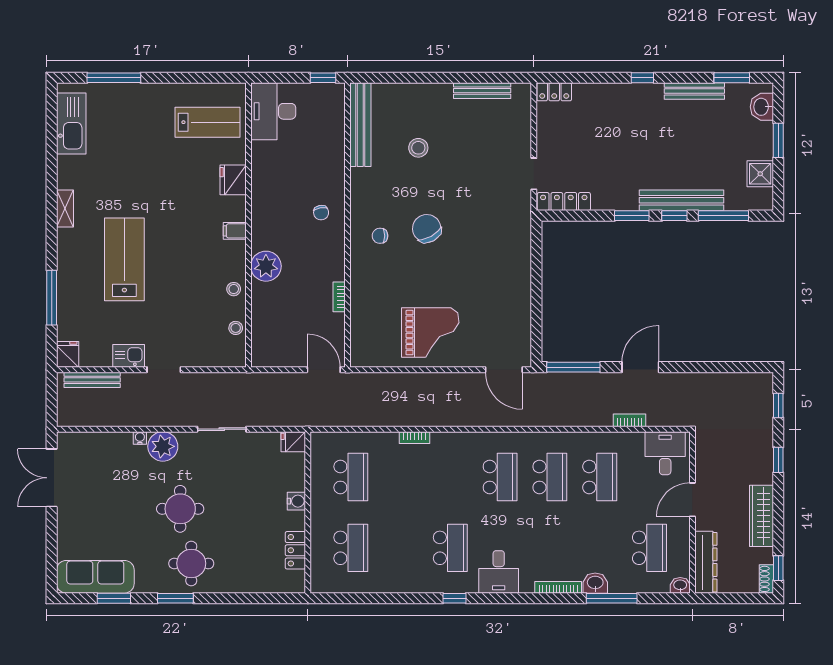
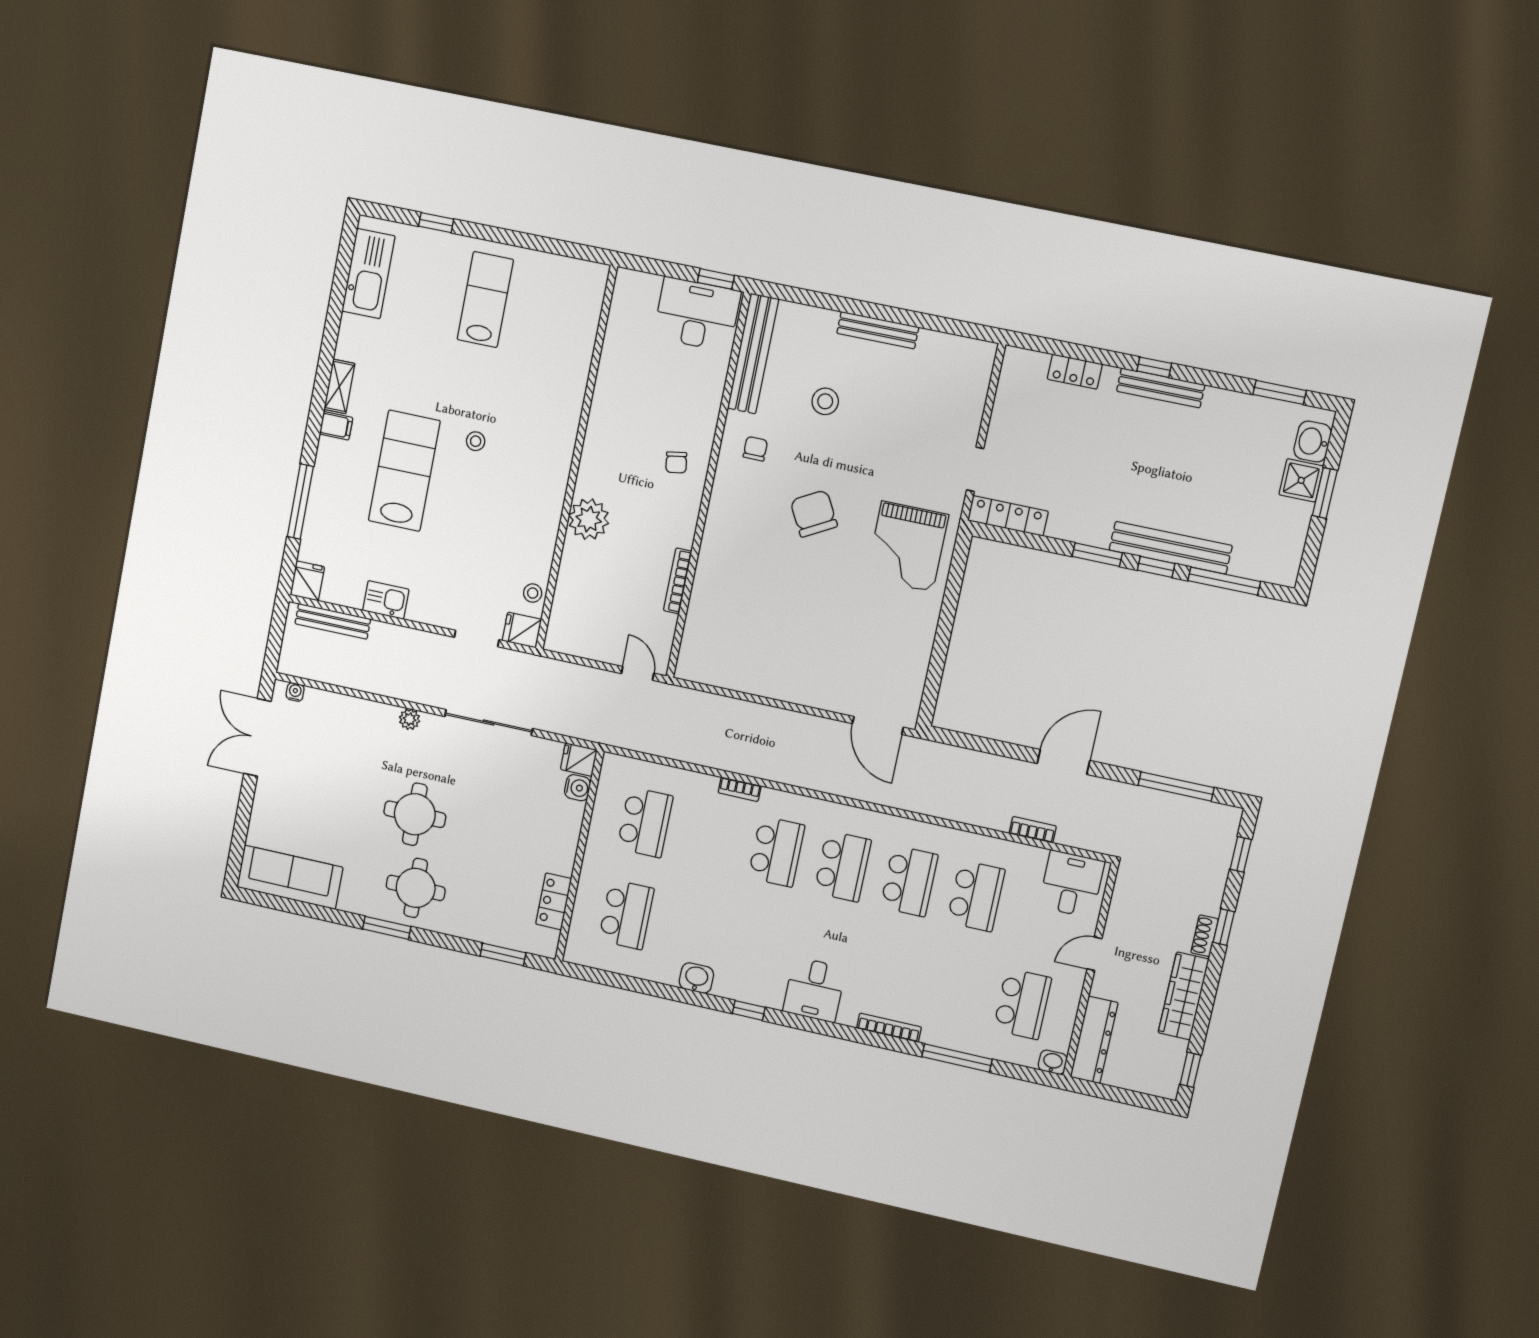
window: (114, 78) -> (436, 223), width x0.46
bench: (482, 91) -> (878, 330), moved
bench: (694, 91) -> (1161, 388), moved
locker: (554, 92) -> (1075, 372), moved
desk: (273, 111) -> (697, 314), moved, turned 90
lab bench: (207, 122) -> (485, 300), moved, turned -90
shower: (760, 174) -> (1301, 480), moved
fridge: (233, 180) -> (522, 630), moved, width x0.72
filing cabinet: (235, 231) -> (336, 426), moved, turned 180
chair: (380, 236) -> (755, 449), moved, turned 90
stool: (234, 289) -> (476, 441), moved
bookcase: (339, 297) -> (678, 581), width x1.56
grand piano: (430, 333) -> (907, 547), moved, turned 90
window: (573, 367) -> (1176, 786), moved
doorway: (164, 370) -> (477, 639), moved
door: (324, 370) -> (638, 673), width x0.73
sliding door: (222, 429) -> (489, 723), width x1.37
water cooler: (140, 438) -> (295, 692), moved
plant: (163, 446) -> (410, 719), width x0.53, depth x0.53
door: (692, 500) -> (1095, 954), width x0.73
water cooler: (296, 501) -> (577, 788), moved
school desk: (450, 548) -> (776, 852), moved
shoe rack: (766, 579) -> (1205, 936), moved
washbasin: (595, 583) -> (696, 978), moved
window: (114, 598) -> (503, 954), moved

